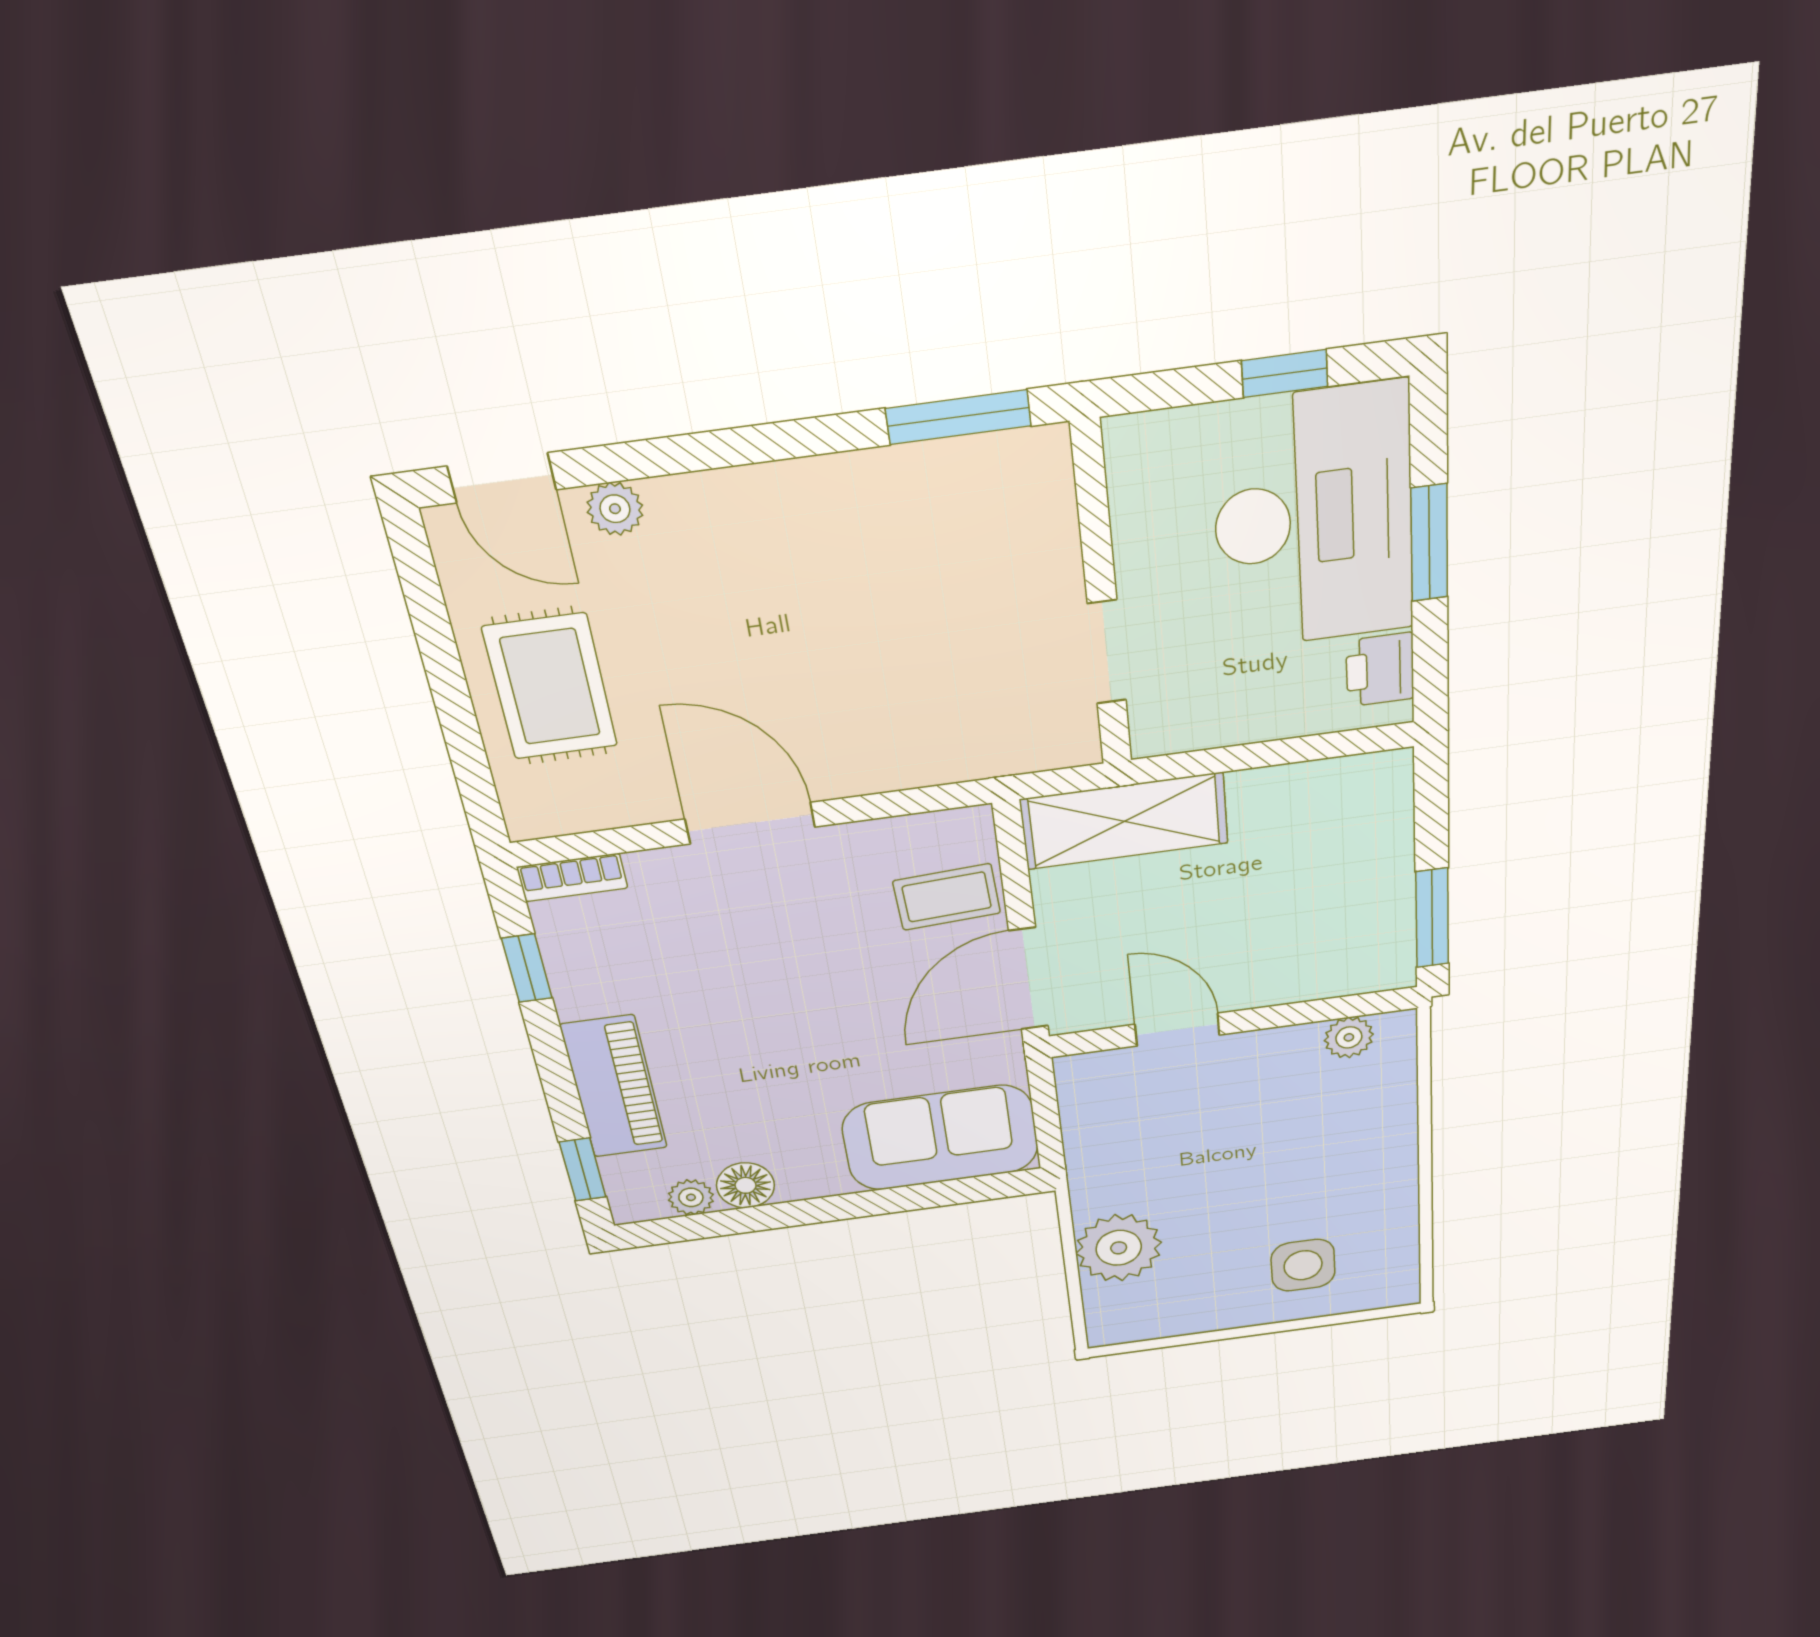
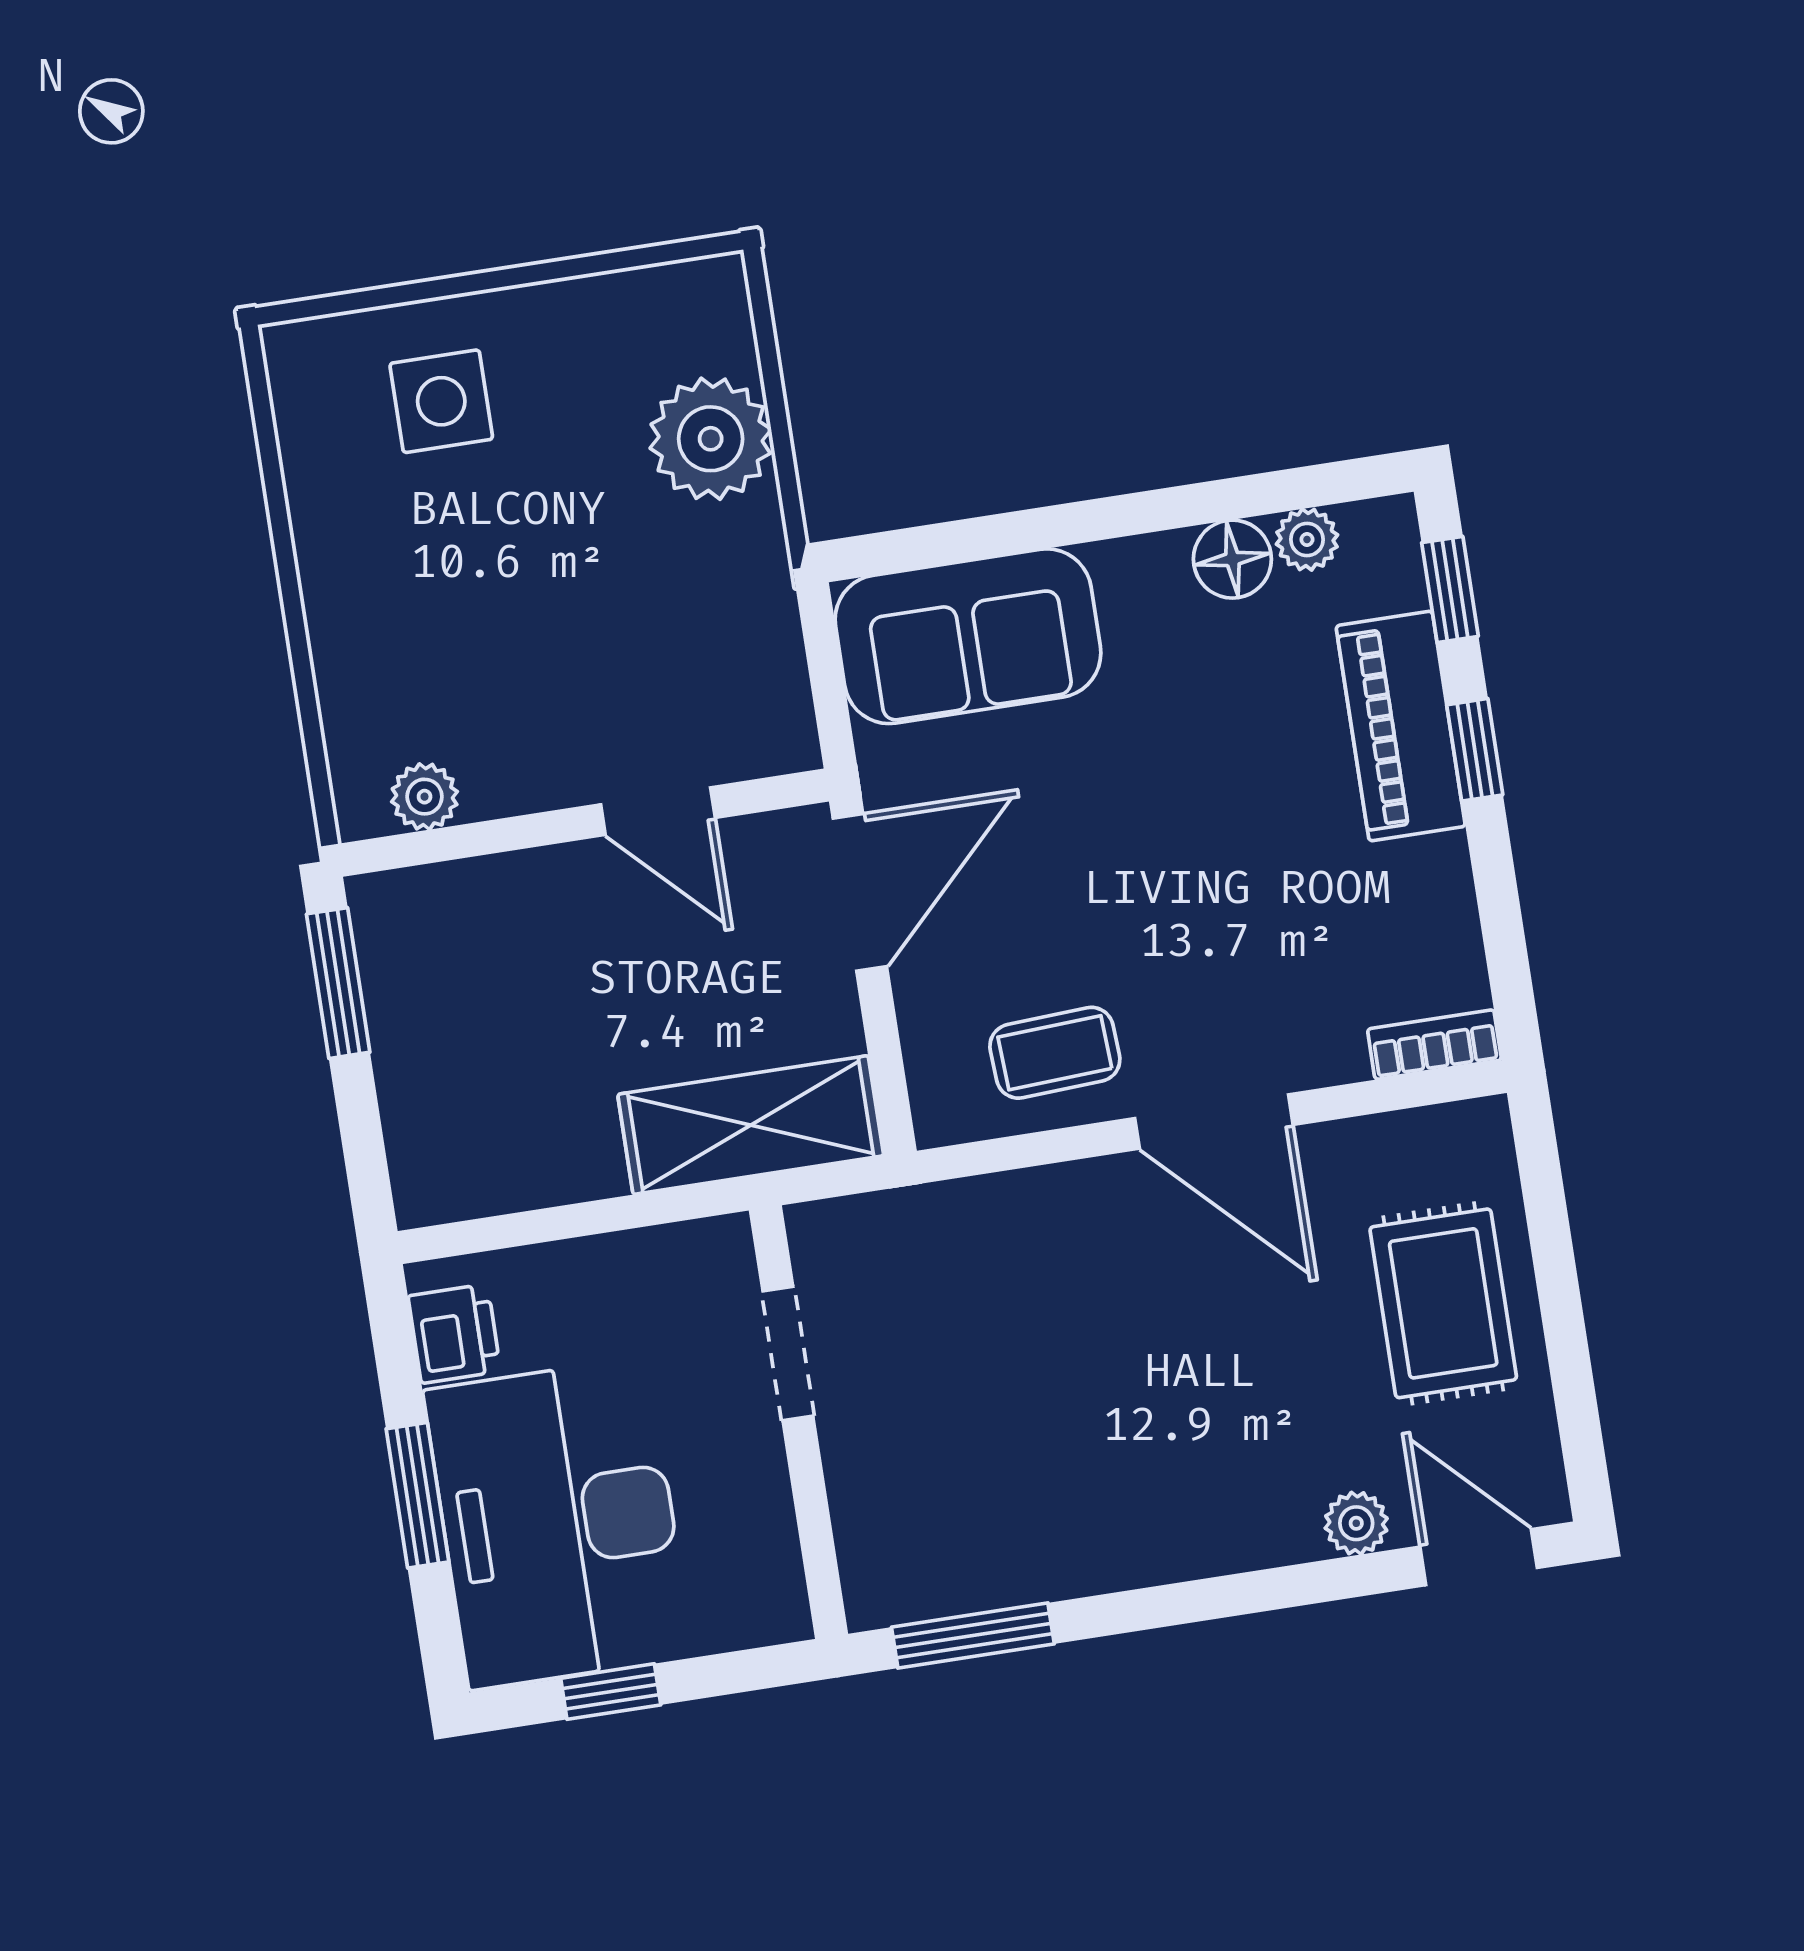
coffee table: (947, 897) -> (1055, 1053), moved
window: (527, 968) -> (1475, 750), moved

